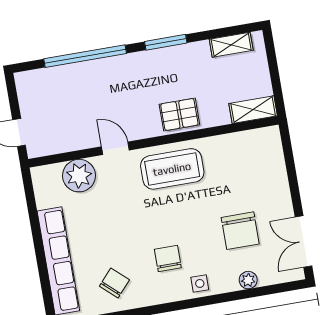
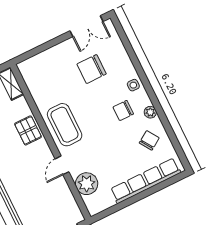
chair: (240, 231) -> (92, 69), turned 180
plant: (248, 280) -> (150, 112), moved
chair: (114, 283) -> (149, 140), turned 105

